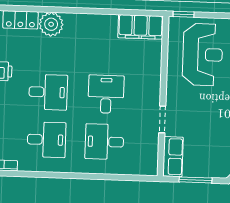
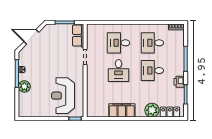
filing cabinet: (141, 27) -> (122, 110), moved
desk: (104, 142) -> (119, 43), turned 180

